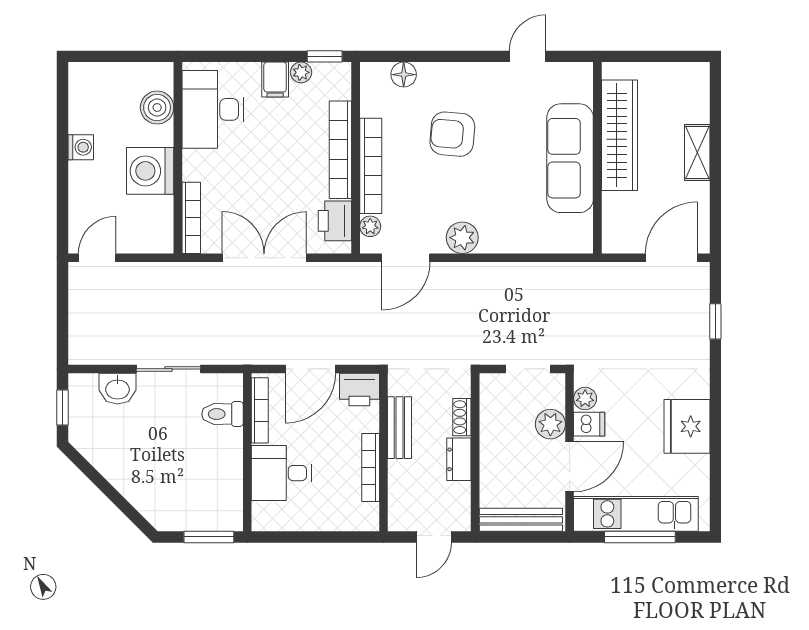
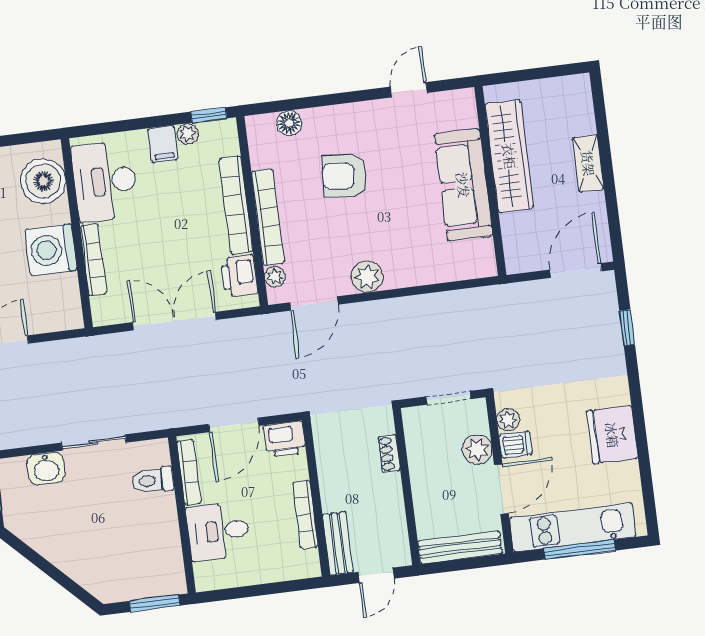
boiler: (157, 108) -> (43, 181), width x1.37, depth x1.37
bookcase: (191, 218) -> (93, 260), moved
bench: (399, 428) -> (338, 543), moved
dresser: (459, 459) -> (391, 496), removed

